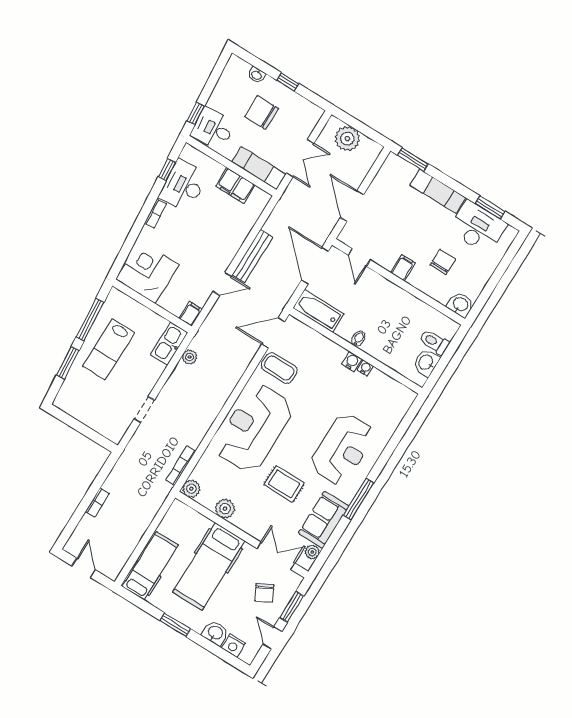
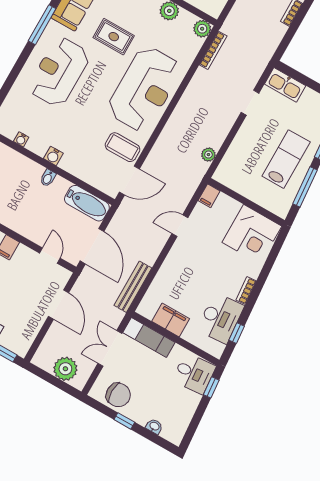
chair: (262, 113) -> (118, 395), moved
bench: (252, 256) -> (133, 287), moved
kitchen sink: (169, 344) -> (285, 85), moved, turned 90
water cooler: (365, 368) -> (21, 139), moved

